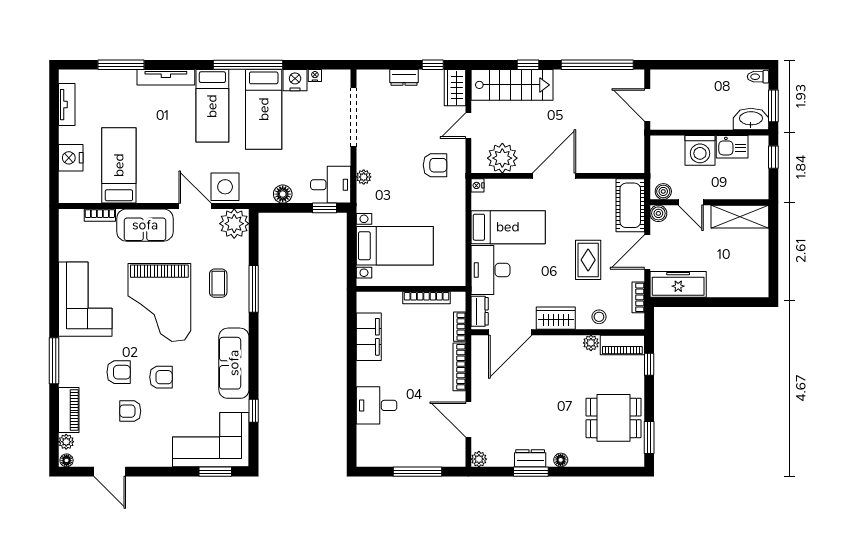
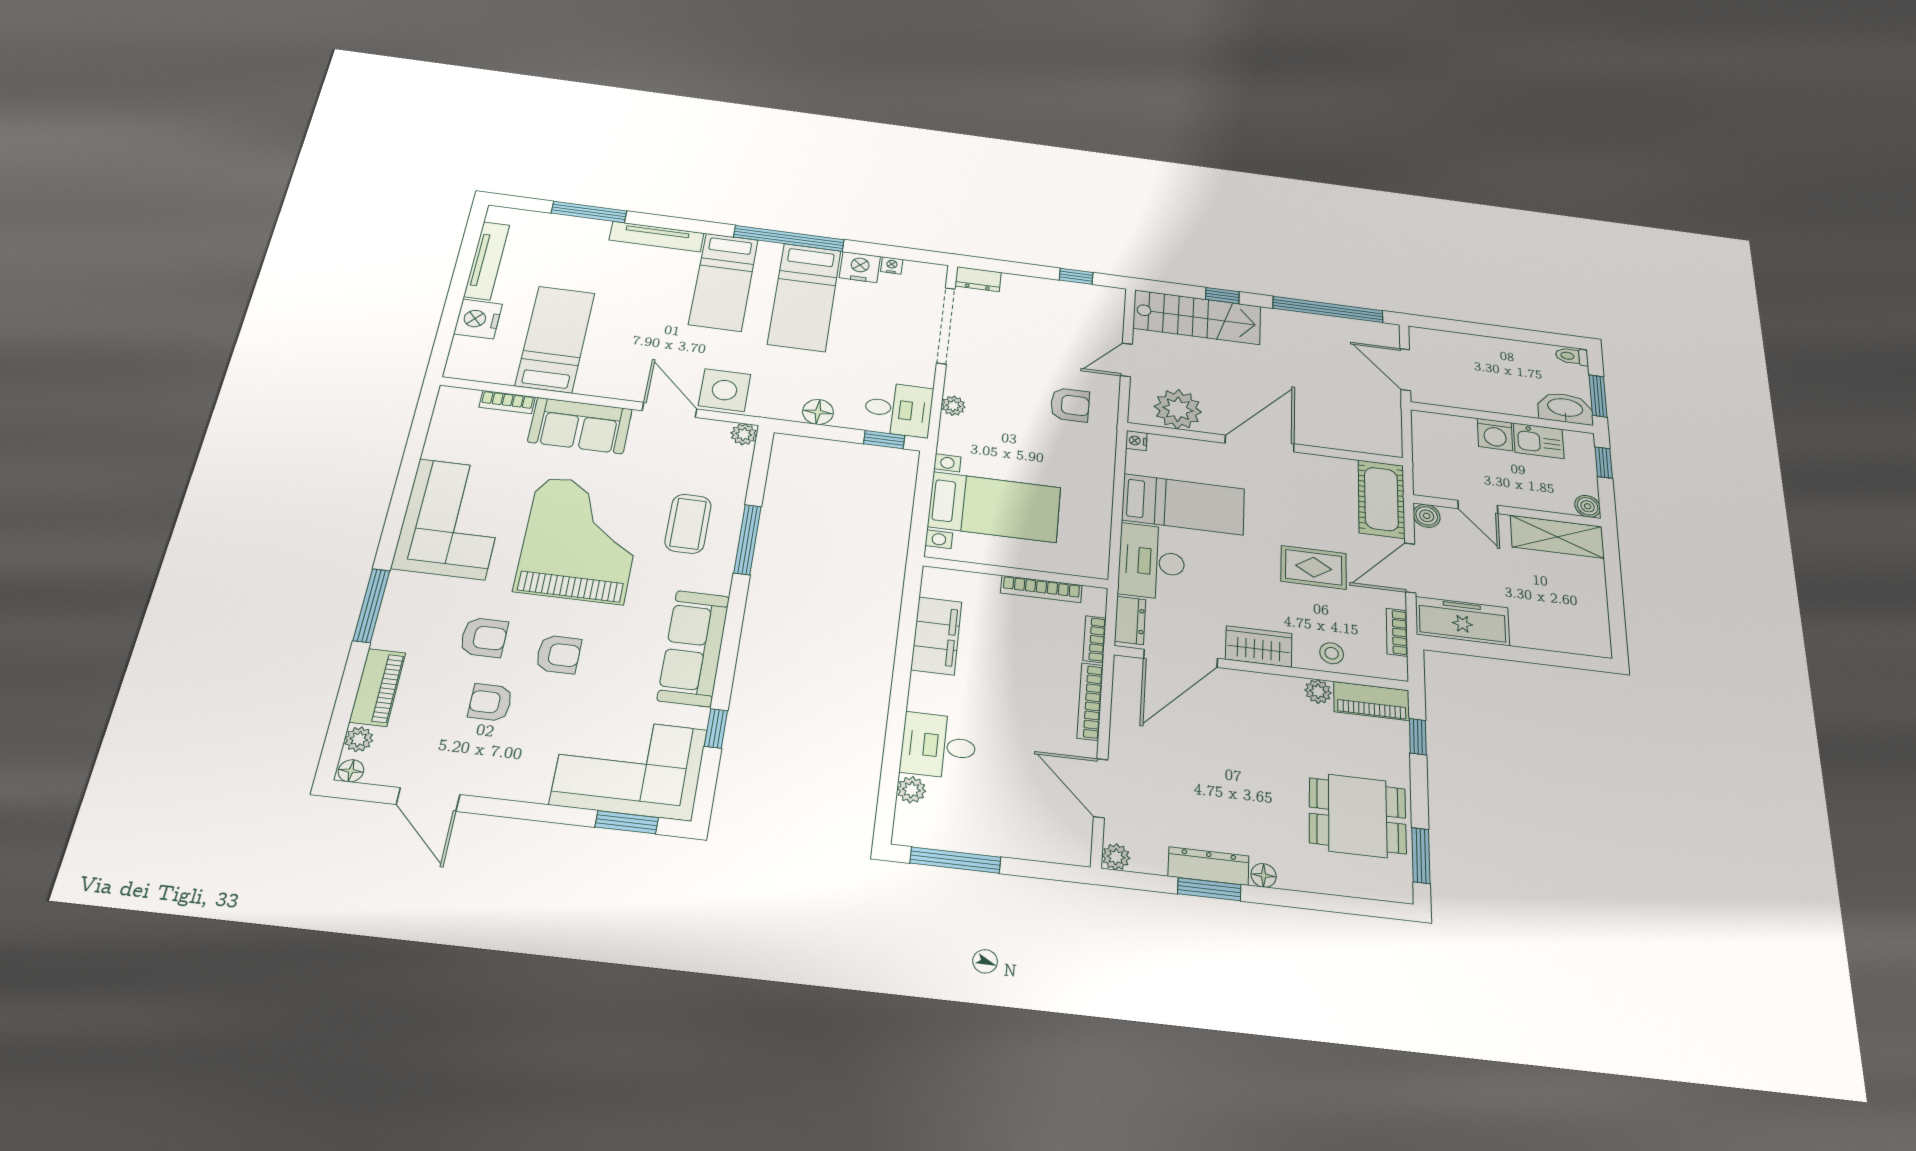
dresser: (404, 77) -> (978, 279), moved
wardrobe: (455, 88) -> (1108, 309), removed
tv unit: (67, 105) -> (487, 261), width x1.41
washing machine: (700, 150) -> (1495, 435), width x0.73, depth x0.73
boiler: (663, 191) -> (1588, 506), moved
plant: (234, 224) -> (744, 434), width x0.53, depth x0.53
rug: (588, 260) -> (1314, 567), turned 90
coffee table: (218, 283) -> (688, 524), width x1.36, depth x1.30
grand piano: (159, 302) -> (581, 540), turned 180
plant: (364, 434) -> (911, 790), added
dresser: (530, 458) -> (1208, 866), width x1.44
window: (418, 472) -> (955, 860), moved

